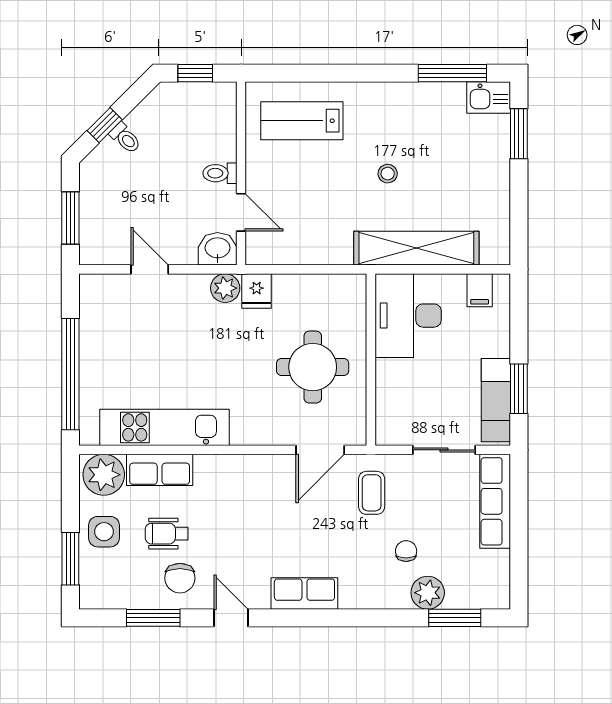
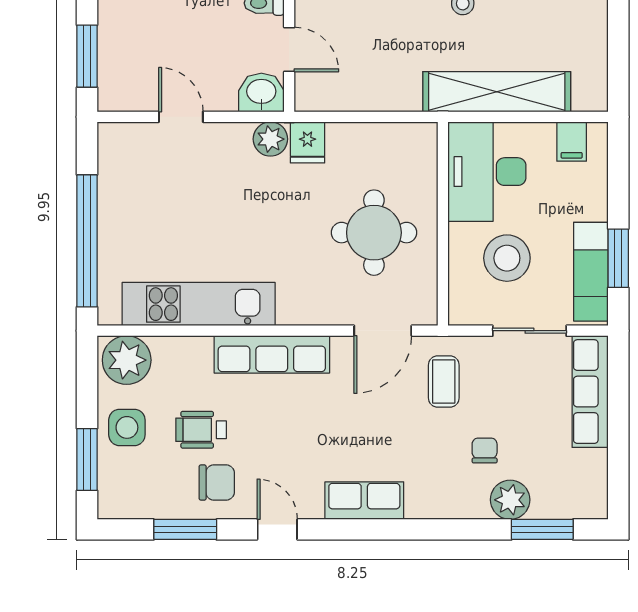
stool: (425, 389) -> (507, 258), added
row of seats: (160, 470) -> (272, 354), moved, width x1.48
chair: (180, 578) -> (217, 482), turned -90

